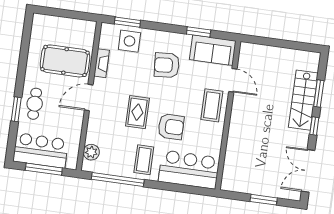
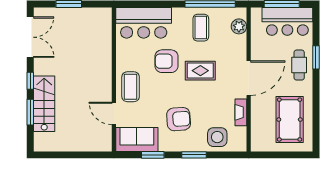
window: (127, 22) -> (194, 155), moved
pool table: (65, 61) -> (290, 120), moved, turned 90
door: (89, 97) -> (249, 78), width x1.36
rug: (137, 112) -> (200, 71), turned 90
coffee table: (144, 160) -> (201, 28), moved

